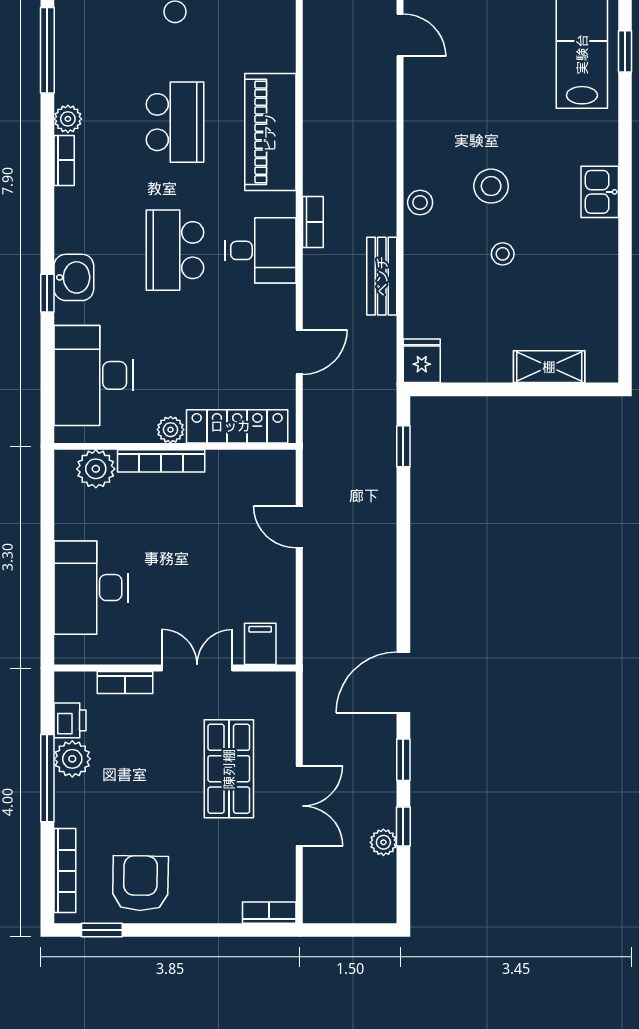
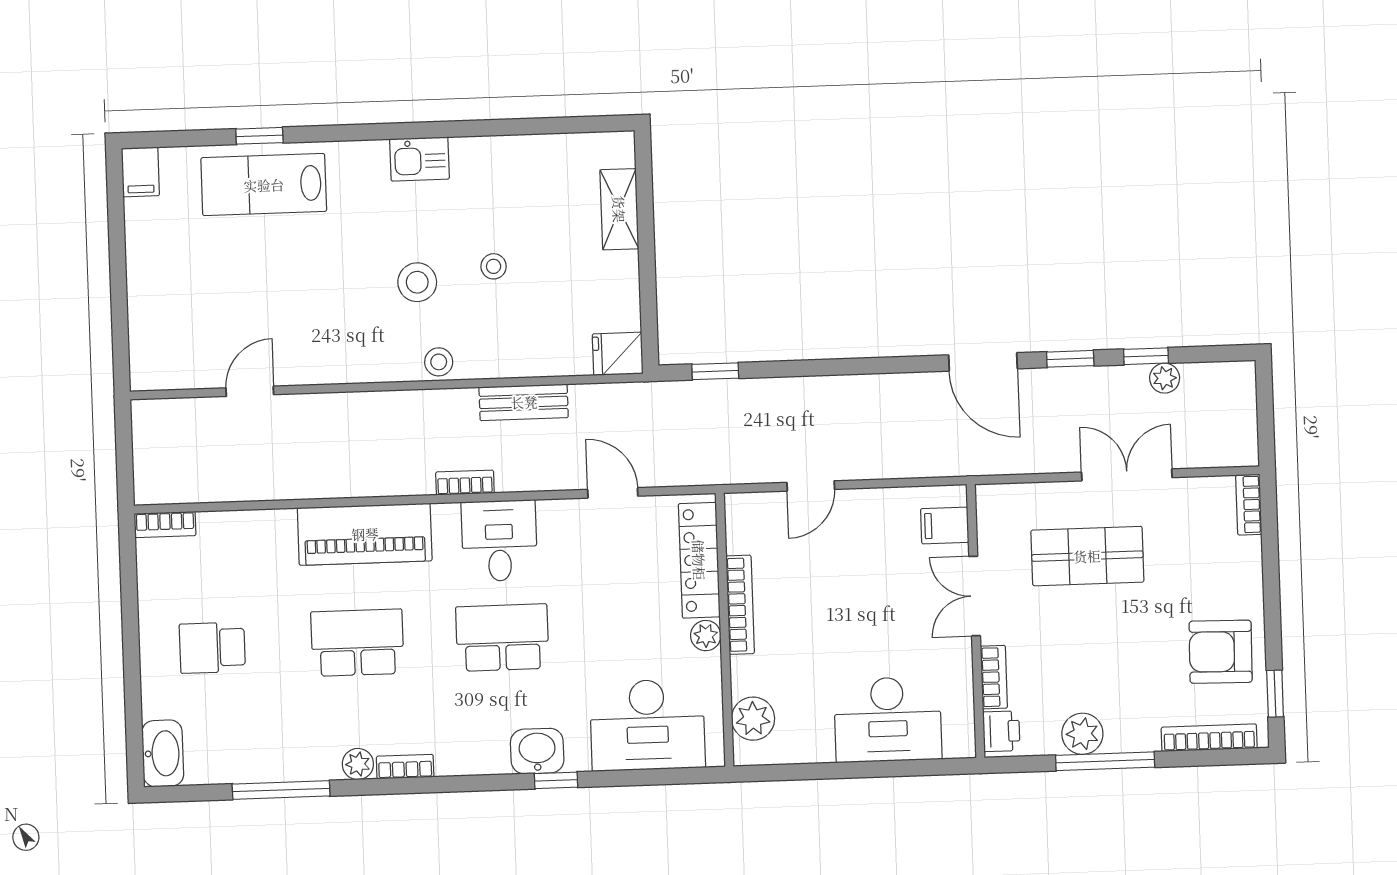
school desk: (175, 250) -> (502, 638), turned 180
bookcase: (161, 461) -> (740, 605), moved
printer: (70, 720) -> (1001, 731), moved, turned 90

